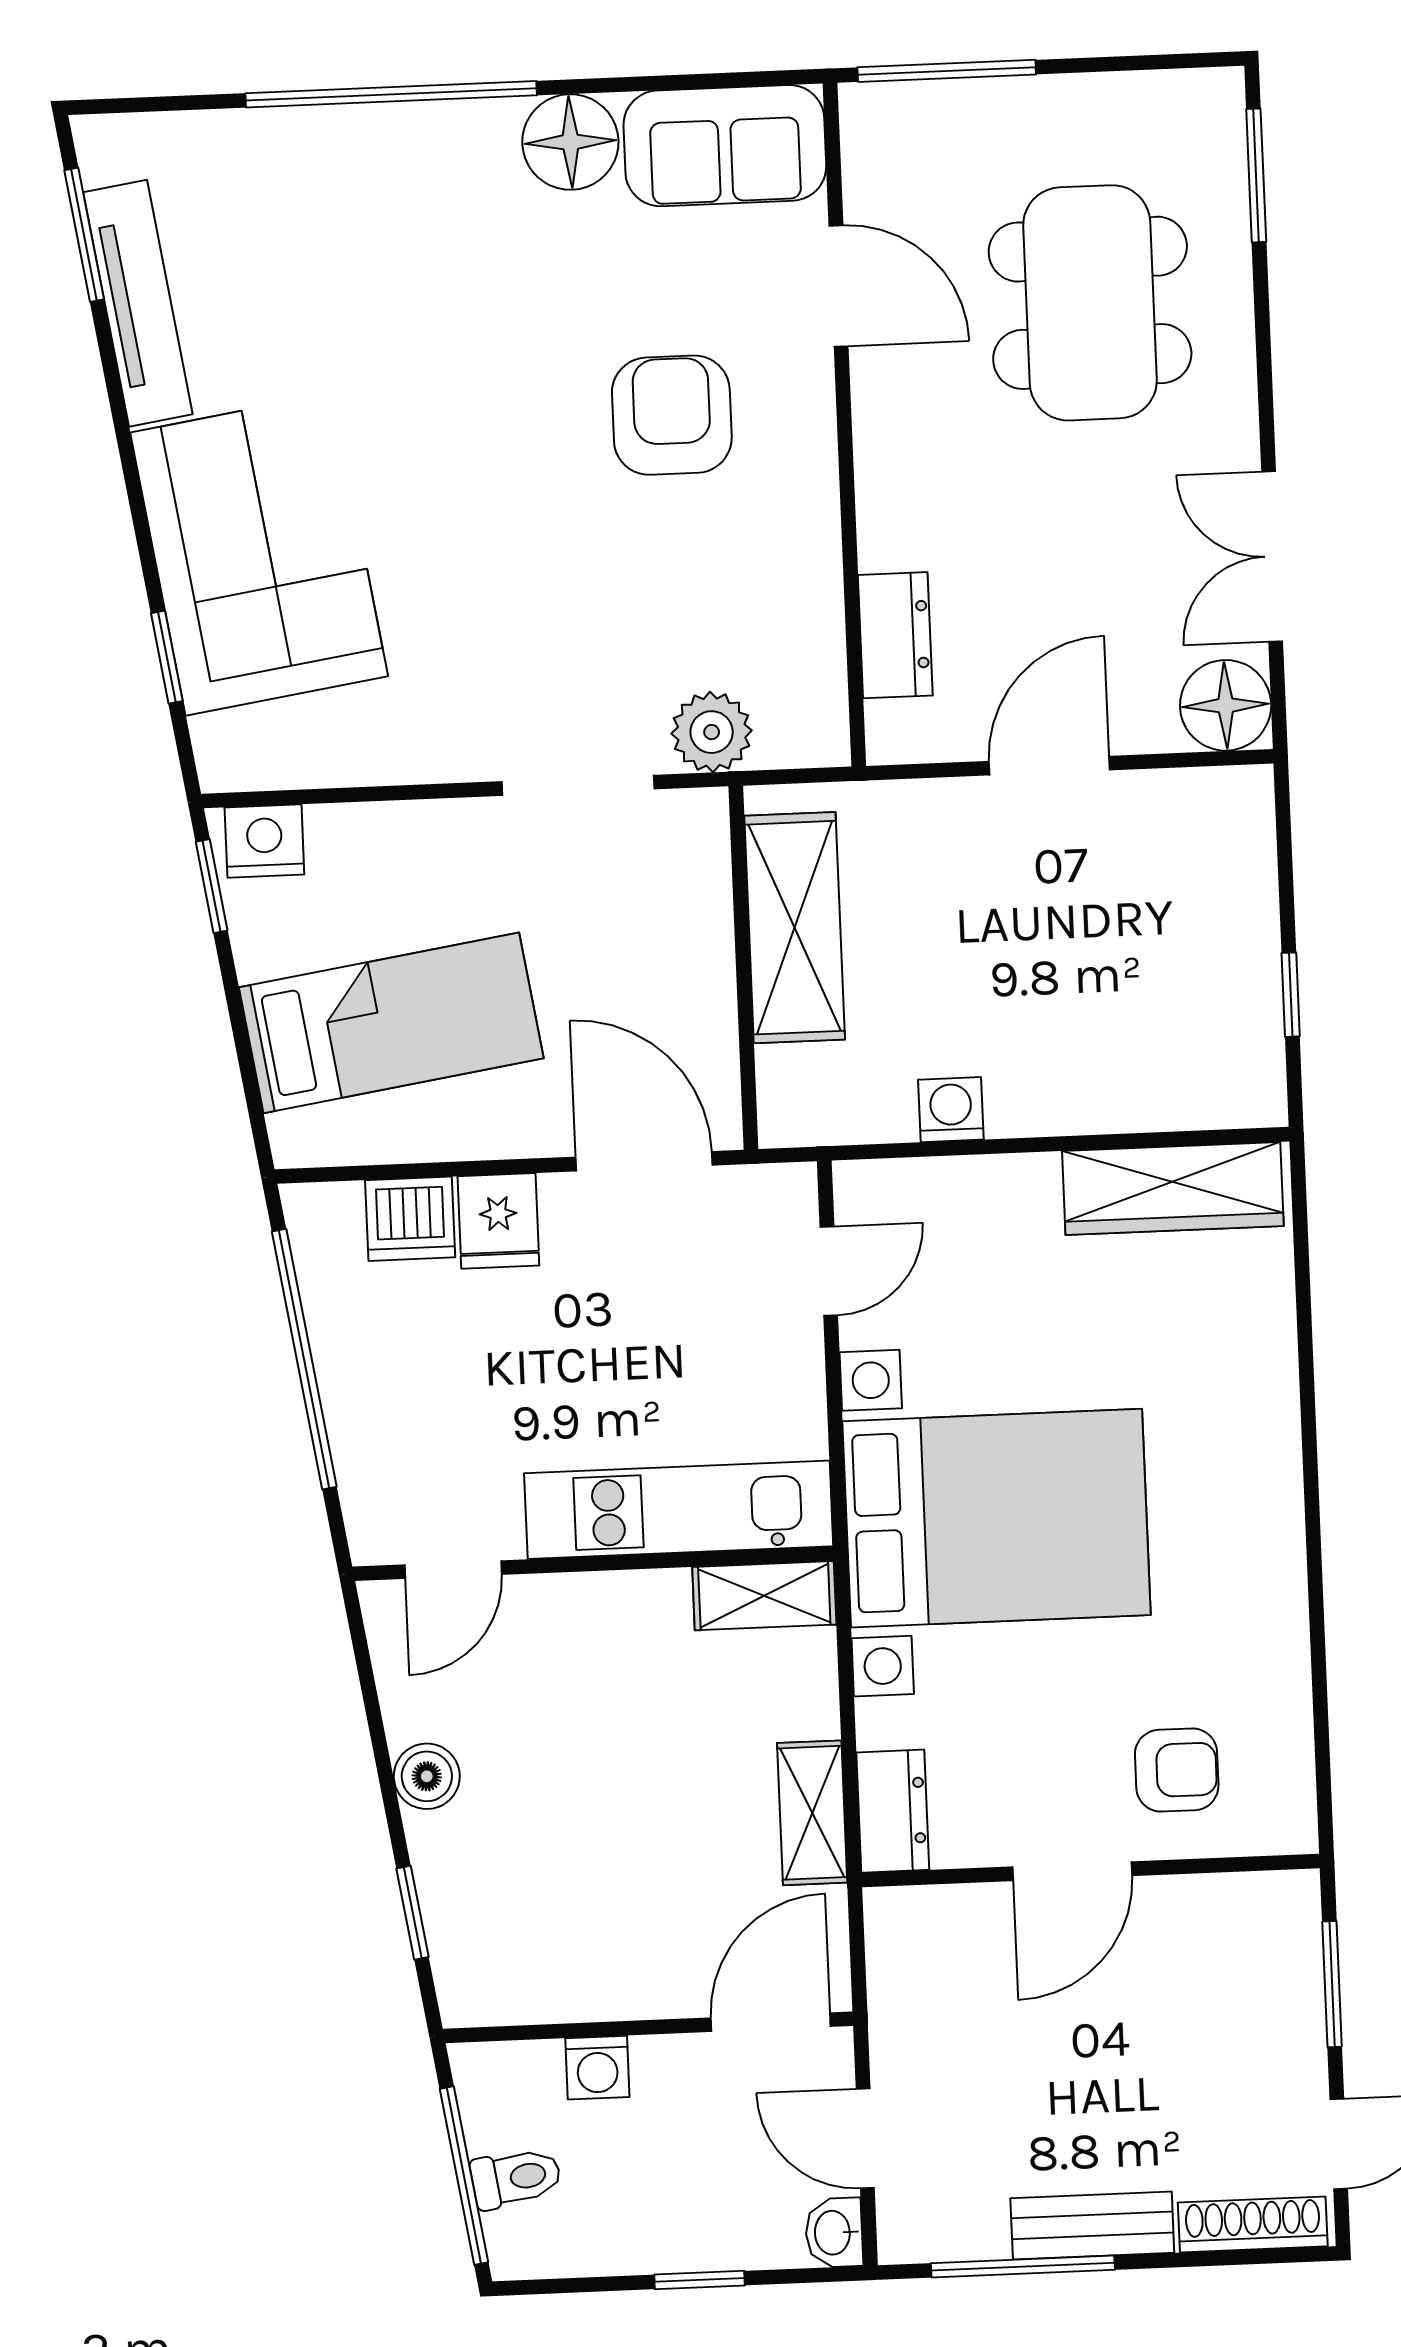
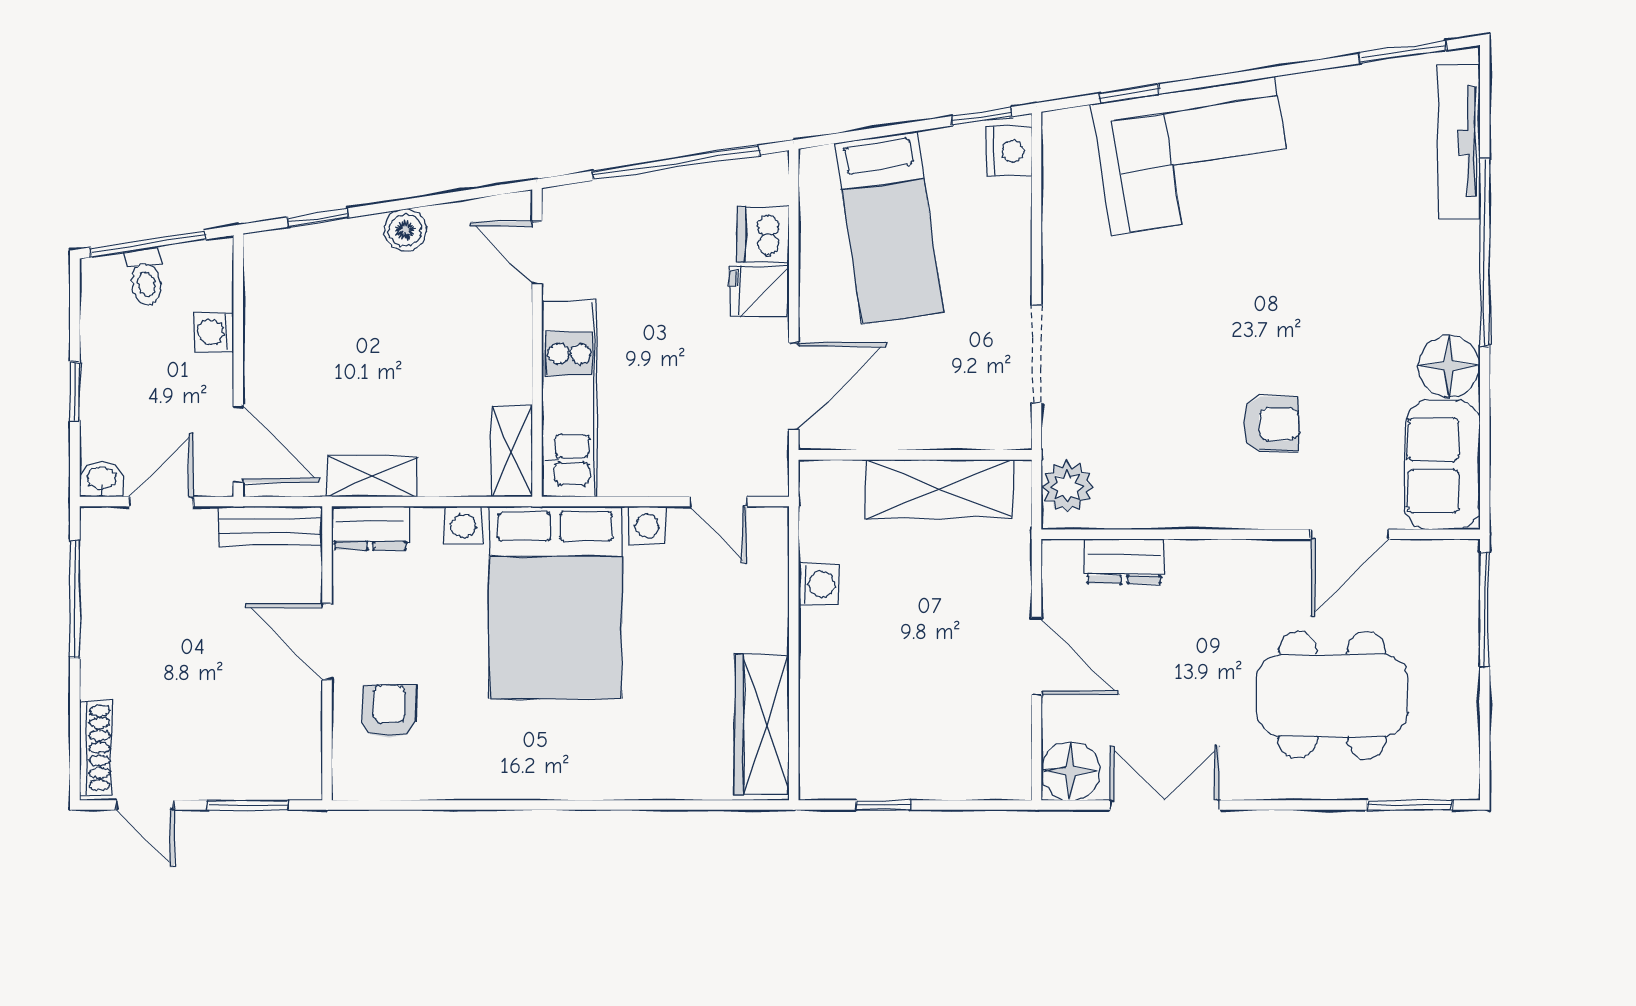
tv unit: (138, 303) -> (1459, 142), moved, turned 99
armchair: (672, 415) -> (1271, 424), width x0.72, depth x0.72
plant: (712, 732) -> (1067, 487), moved
armchair: (1177, 1770) -> (389, 711), turned 180
bench: (1092, 2225) -> (271, 526), moved, turned 90

